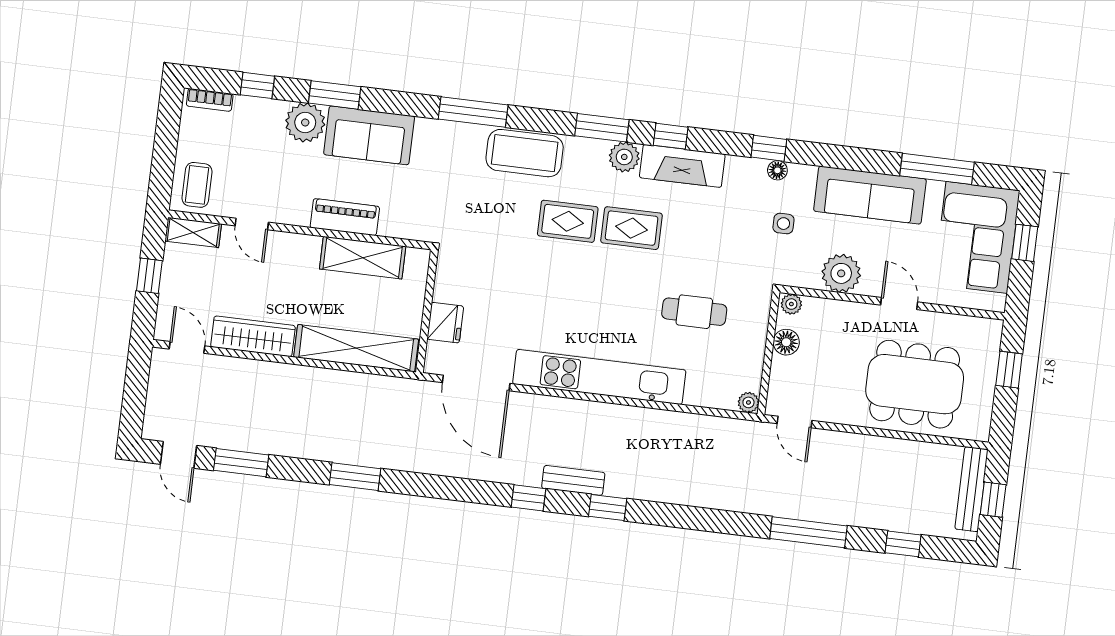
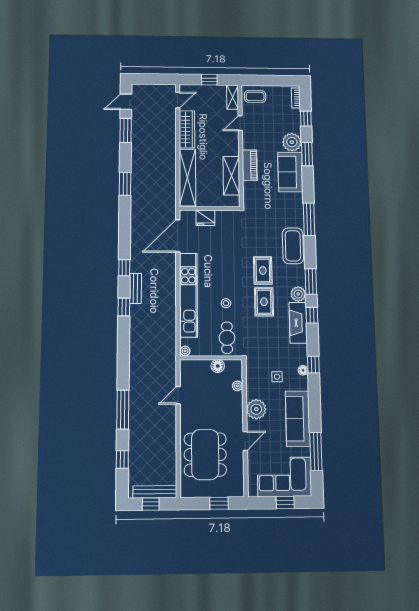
stool: (625, 304) -> (226, 303), added
floor lamp: (786, 342) -> (218, 366), moved
wall: (768, 353) -> (211, 358), moved
plant: (748, 402) -> (185, 351), moved

